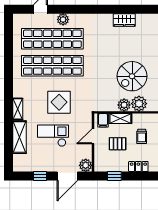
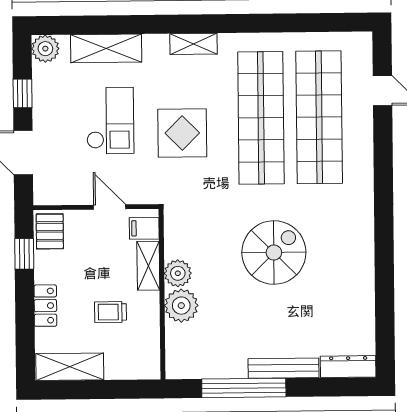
plant: (63, 19) -> (361, 140), removed
wardrobe: (124, 20) -> (361, 272), removed
spiral stairs: (132, 76) -> (274, 253), moved, turned 90
shelving: (18, 109) -> (194, 44), moved
pallet: (118, 144) -> (50, 231), moved
plant: (86, 165) -> (45, 49), moved

